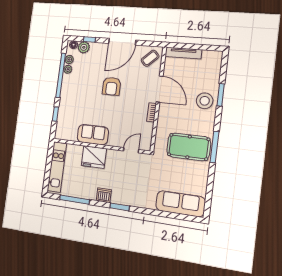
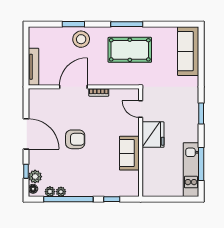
coffee table: (150, 58) -> (42, 101), removed
pool table: (189, 147) -> (130, 50), turned 90
fridge: (94, 157) -> (153, 135), moved
kitchen unit: (57, 167) -> (191, 170), moved, turned -90
dishwasher: (104, 195) -> (192, 132), removed

